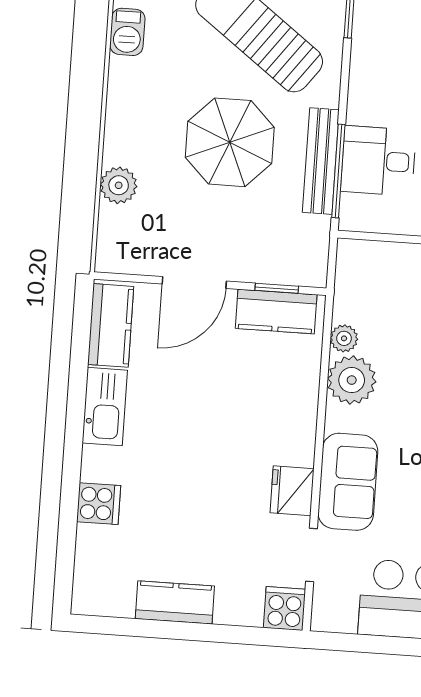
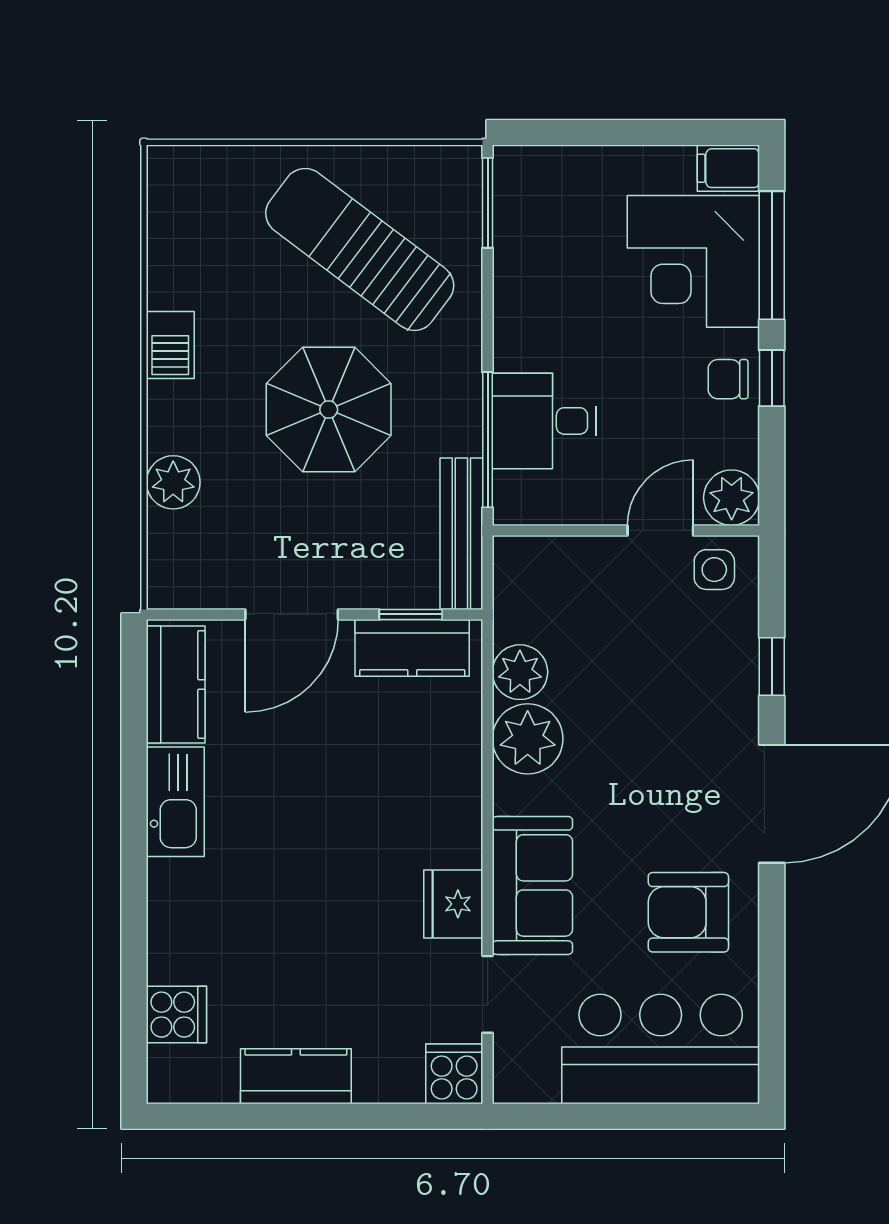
barbecue: (127, 32) -> (170, 345), moved
bench: (321, 161) -> (461, 534), moved
plant: (344, 338) -> (520, 672), width x1.38, depth x1.38
cooker: (99, 504) -> (176, 1015), moved

